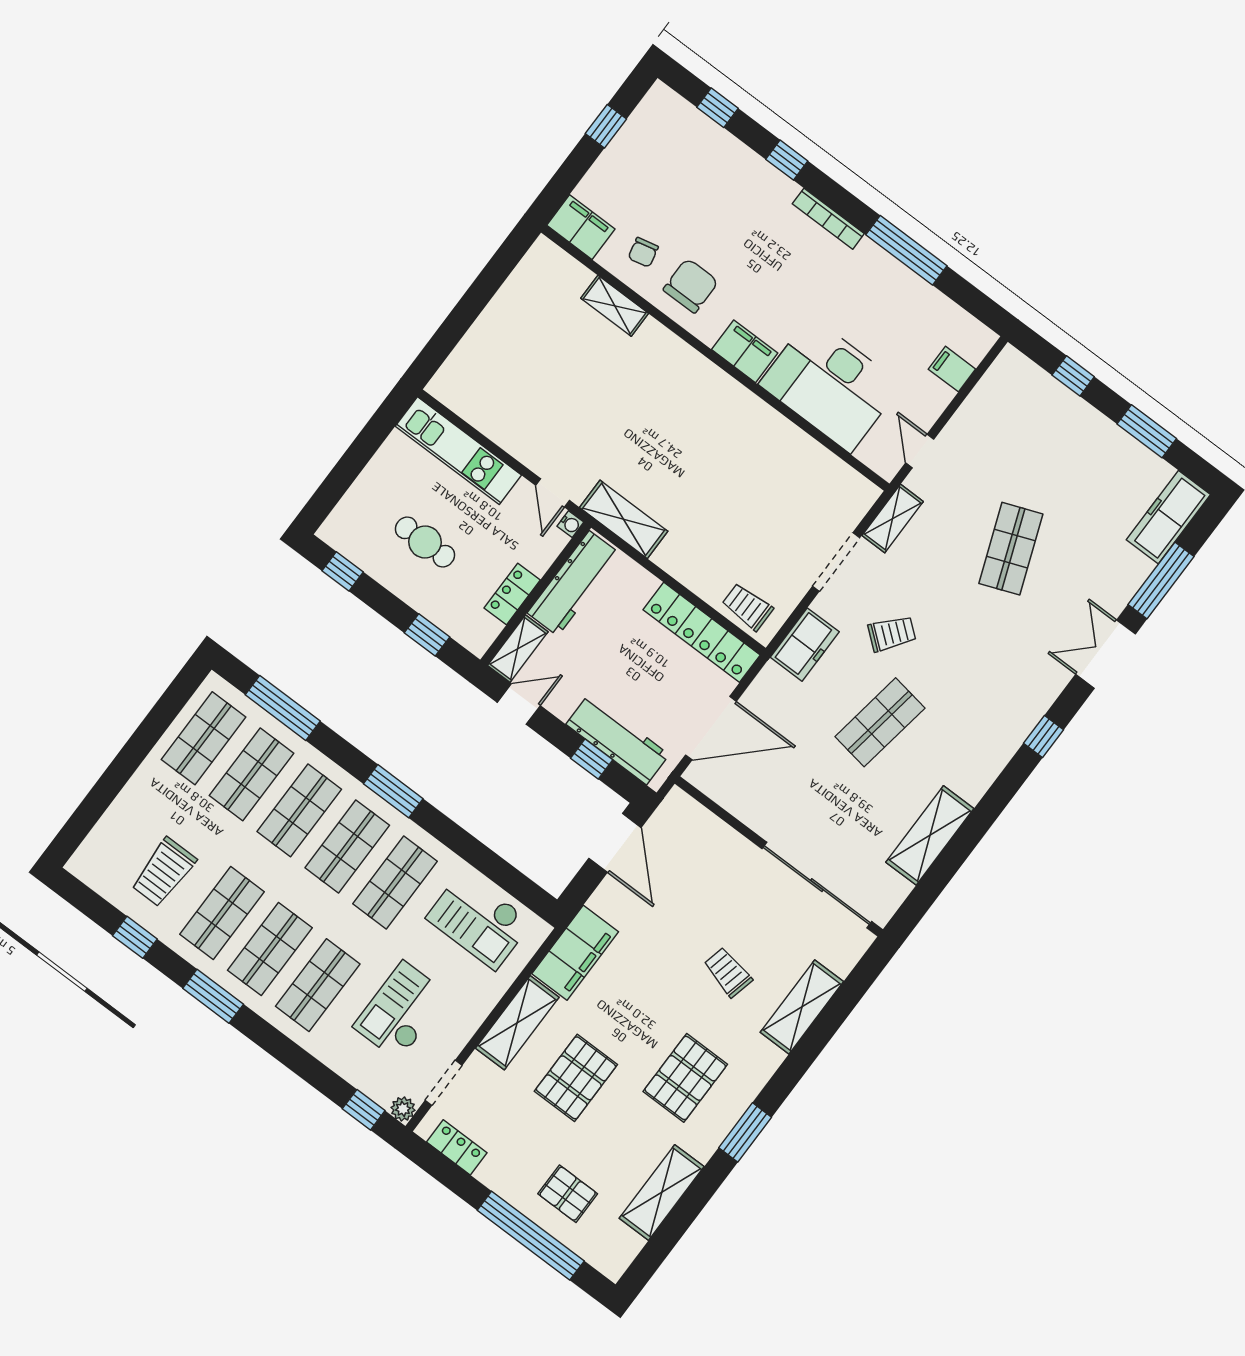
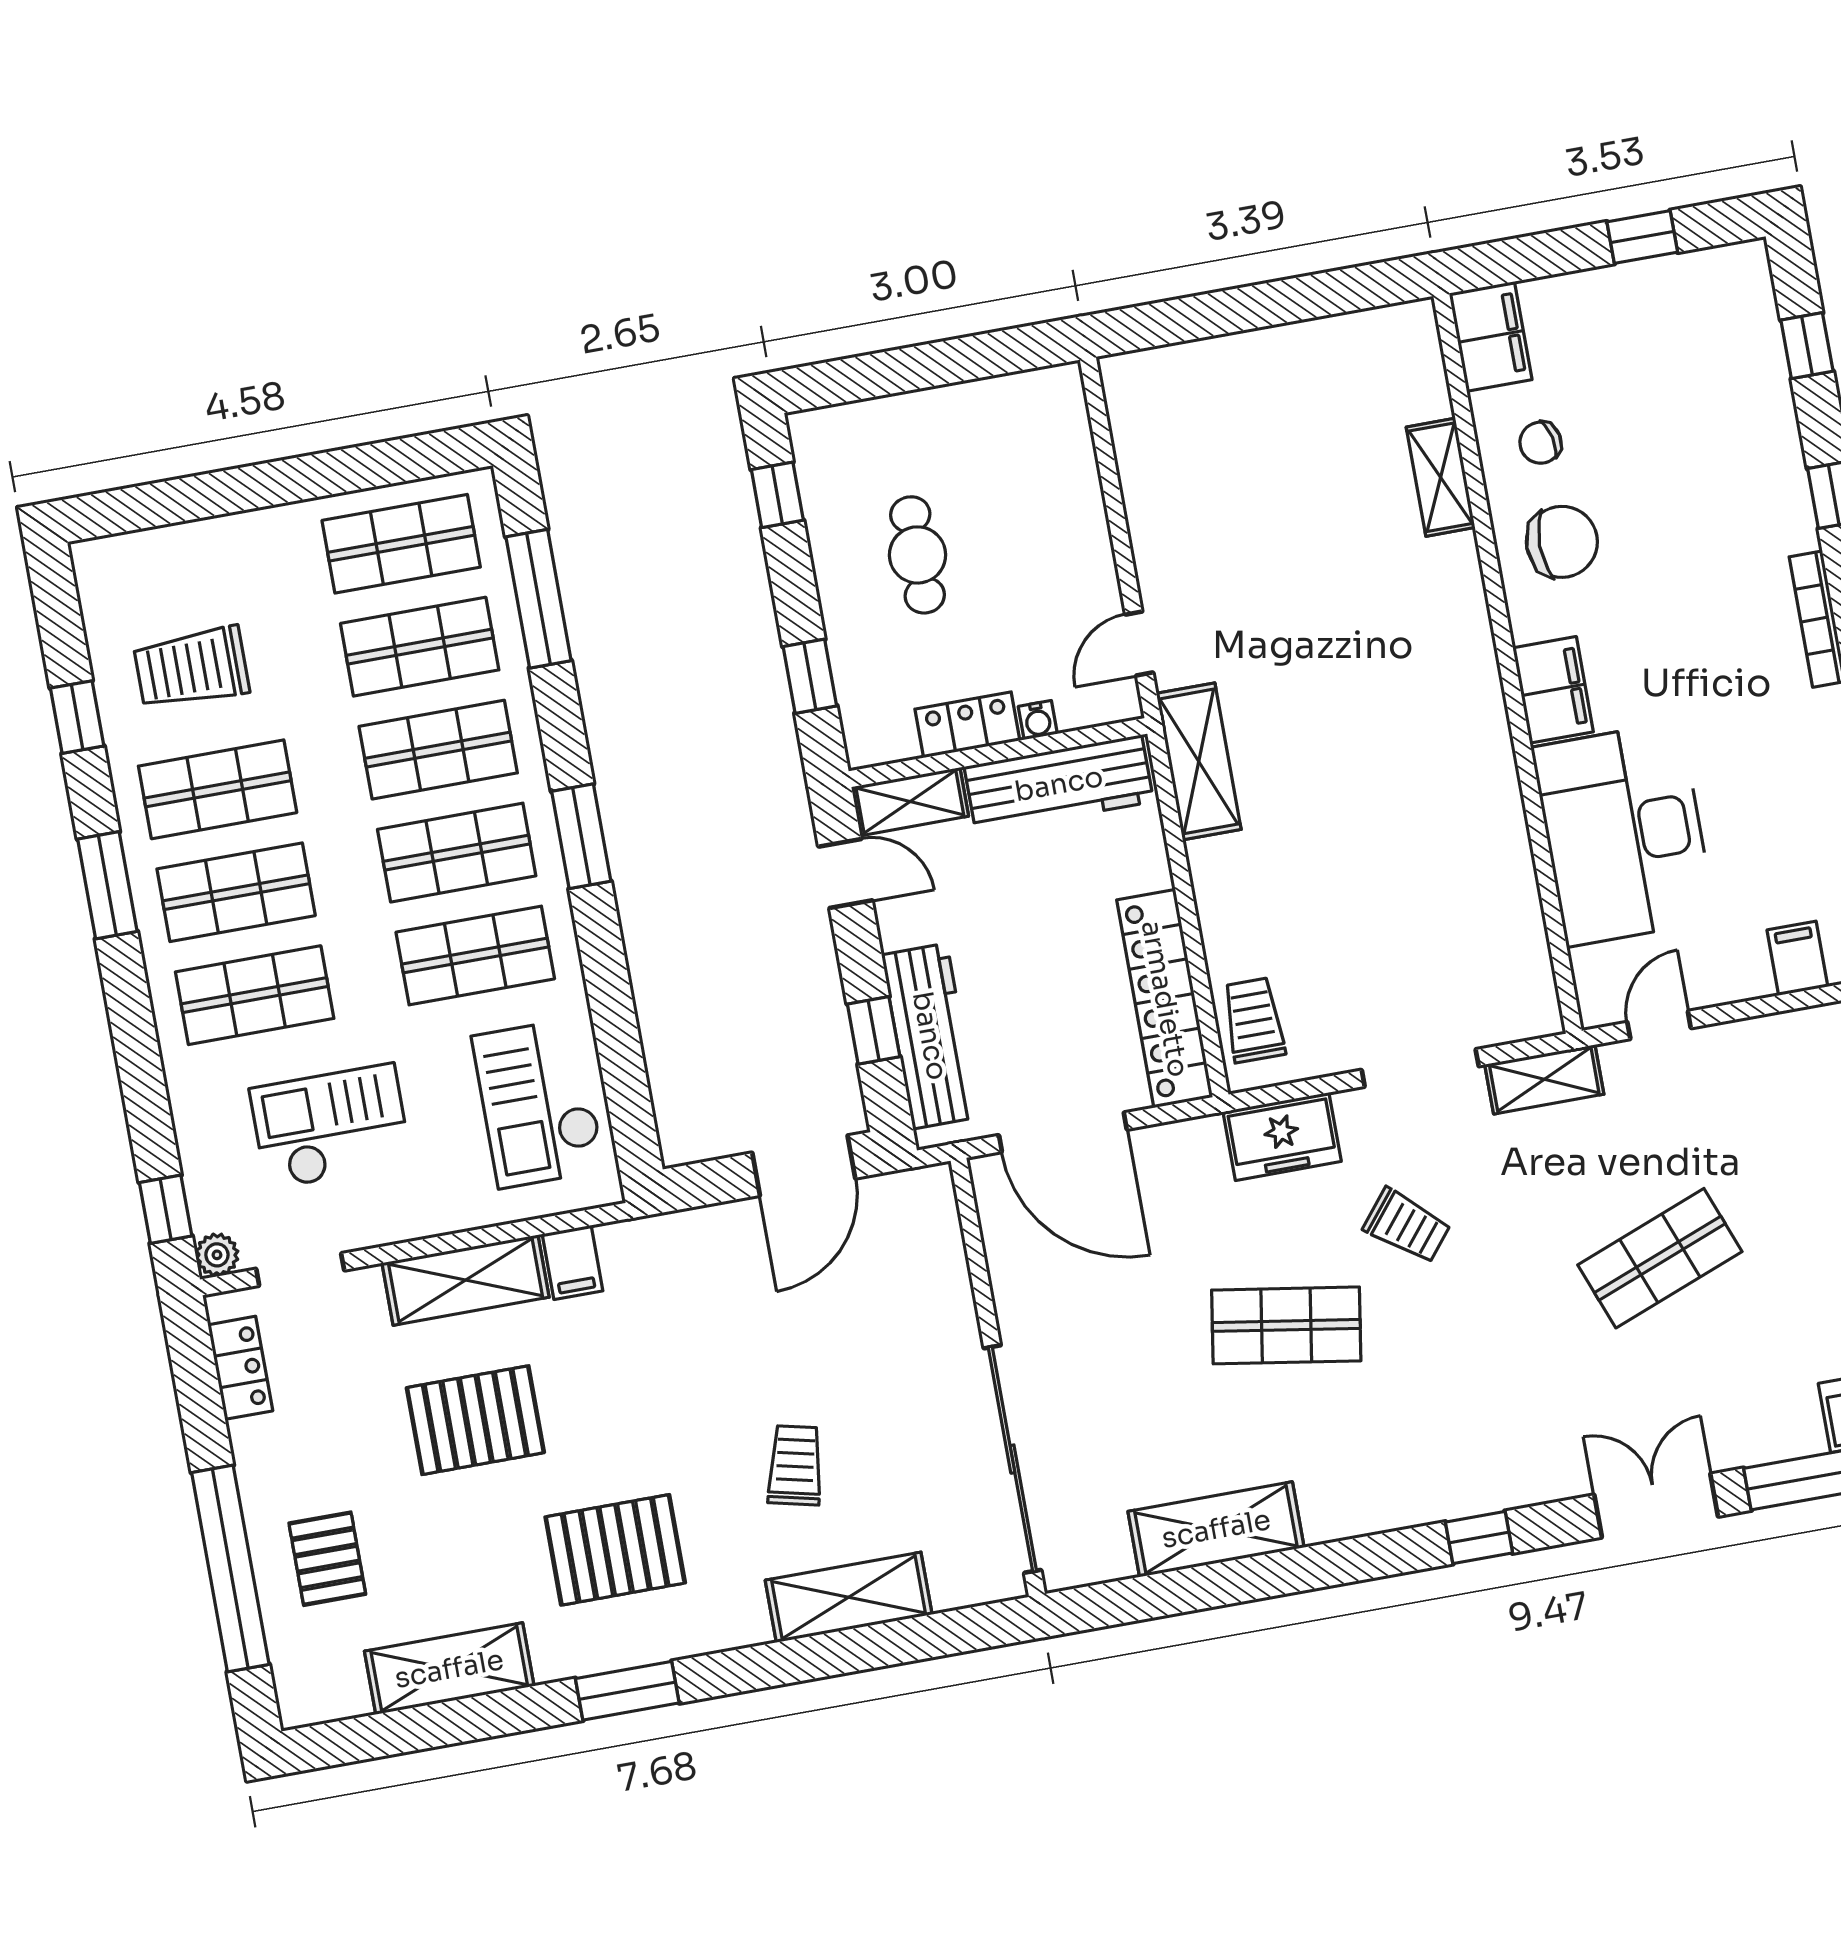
kitchen unit: (458, 451) -> (1069, 477), removed
water cooler: (570, 524) -> (1038, 720), moved
filing cabinet: (575, 953) -> (573, 1262), width x0.33, depth x0.86

